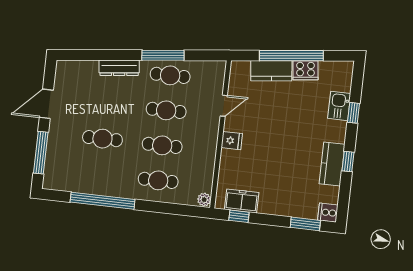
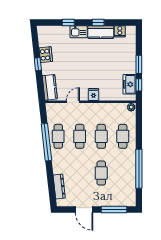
window: (163, 55) -> (46, 142), width x1.46
window: (291, 56) -> (38, 64), width x0.32
dresser: (119, 68) -> (59, 187), moved
kitchen counter: (271, 71) -> (50, 87), moved
door: (224, 106) -> (73, 102), hinge flipped
kitchen sink: (339, 106) -> (79, 32), moved
cooker: (328, 213) -> (120, 31), moved
window: (305, 224) -> (139, 64), moved

